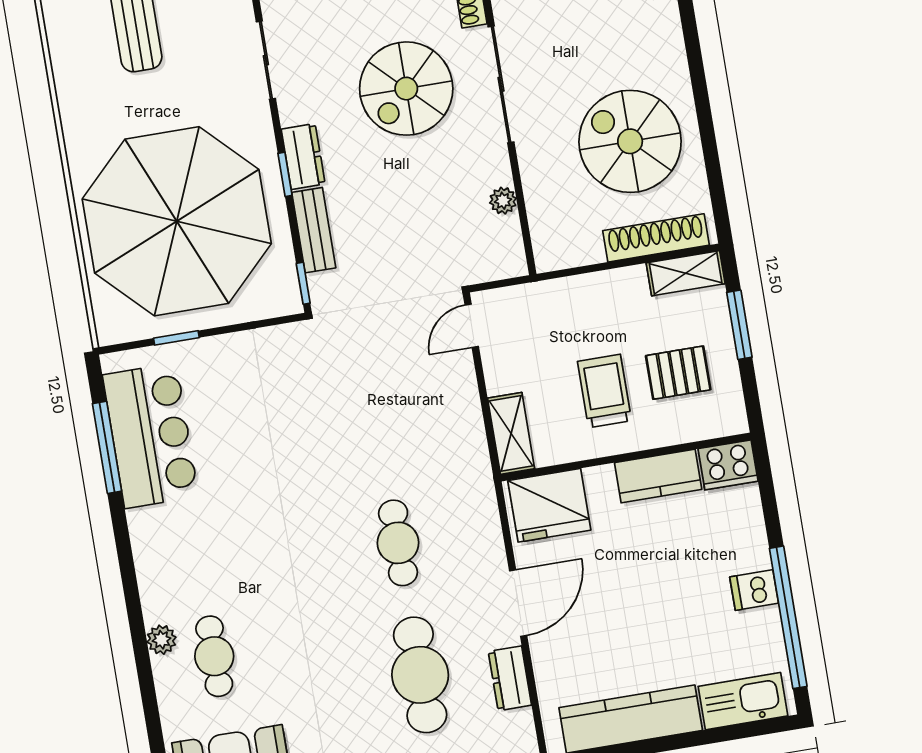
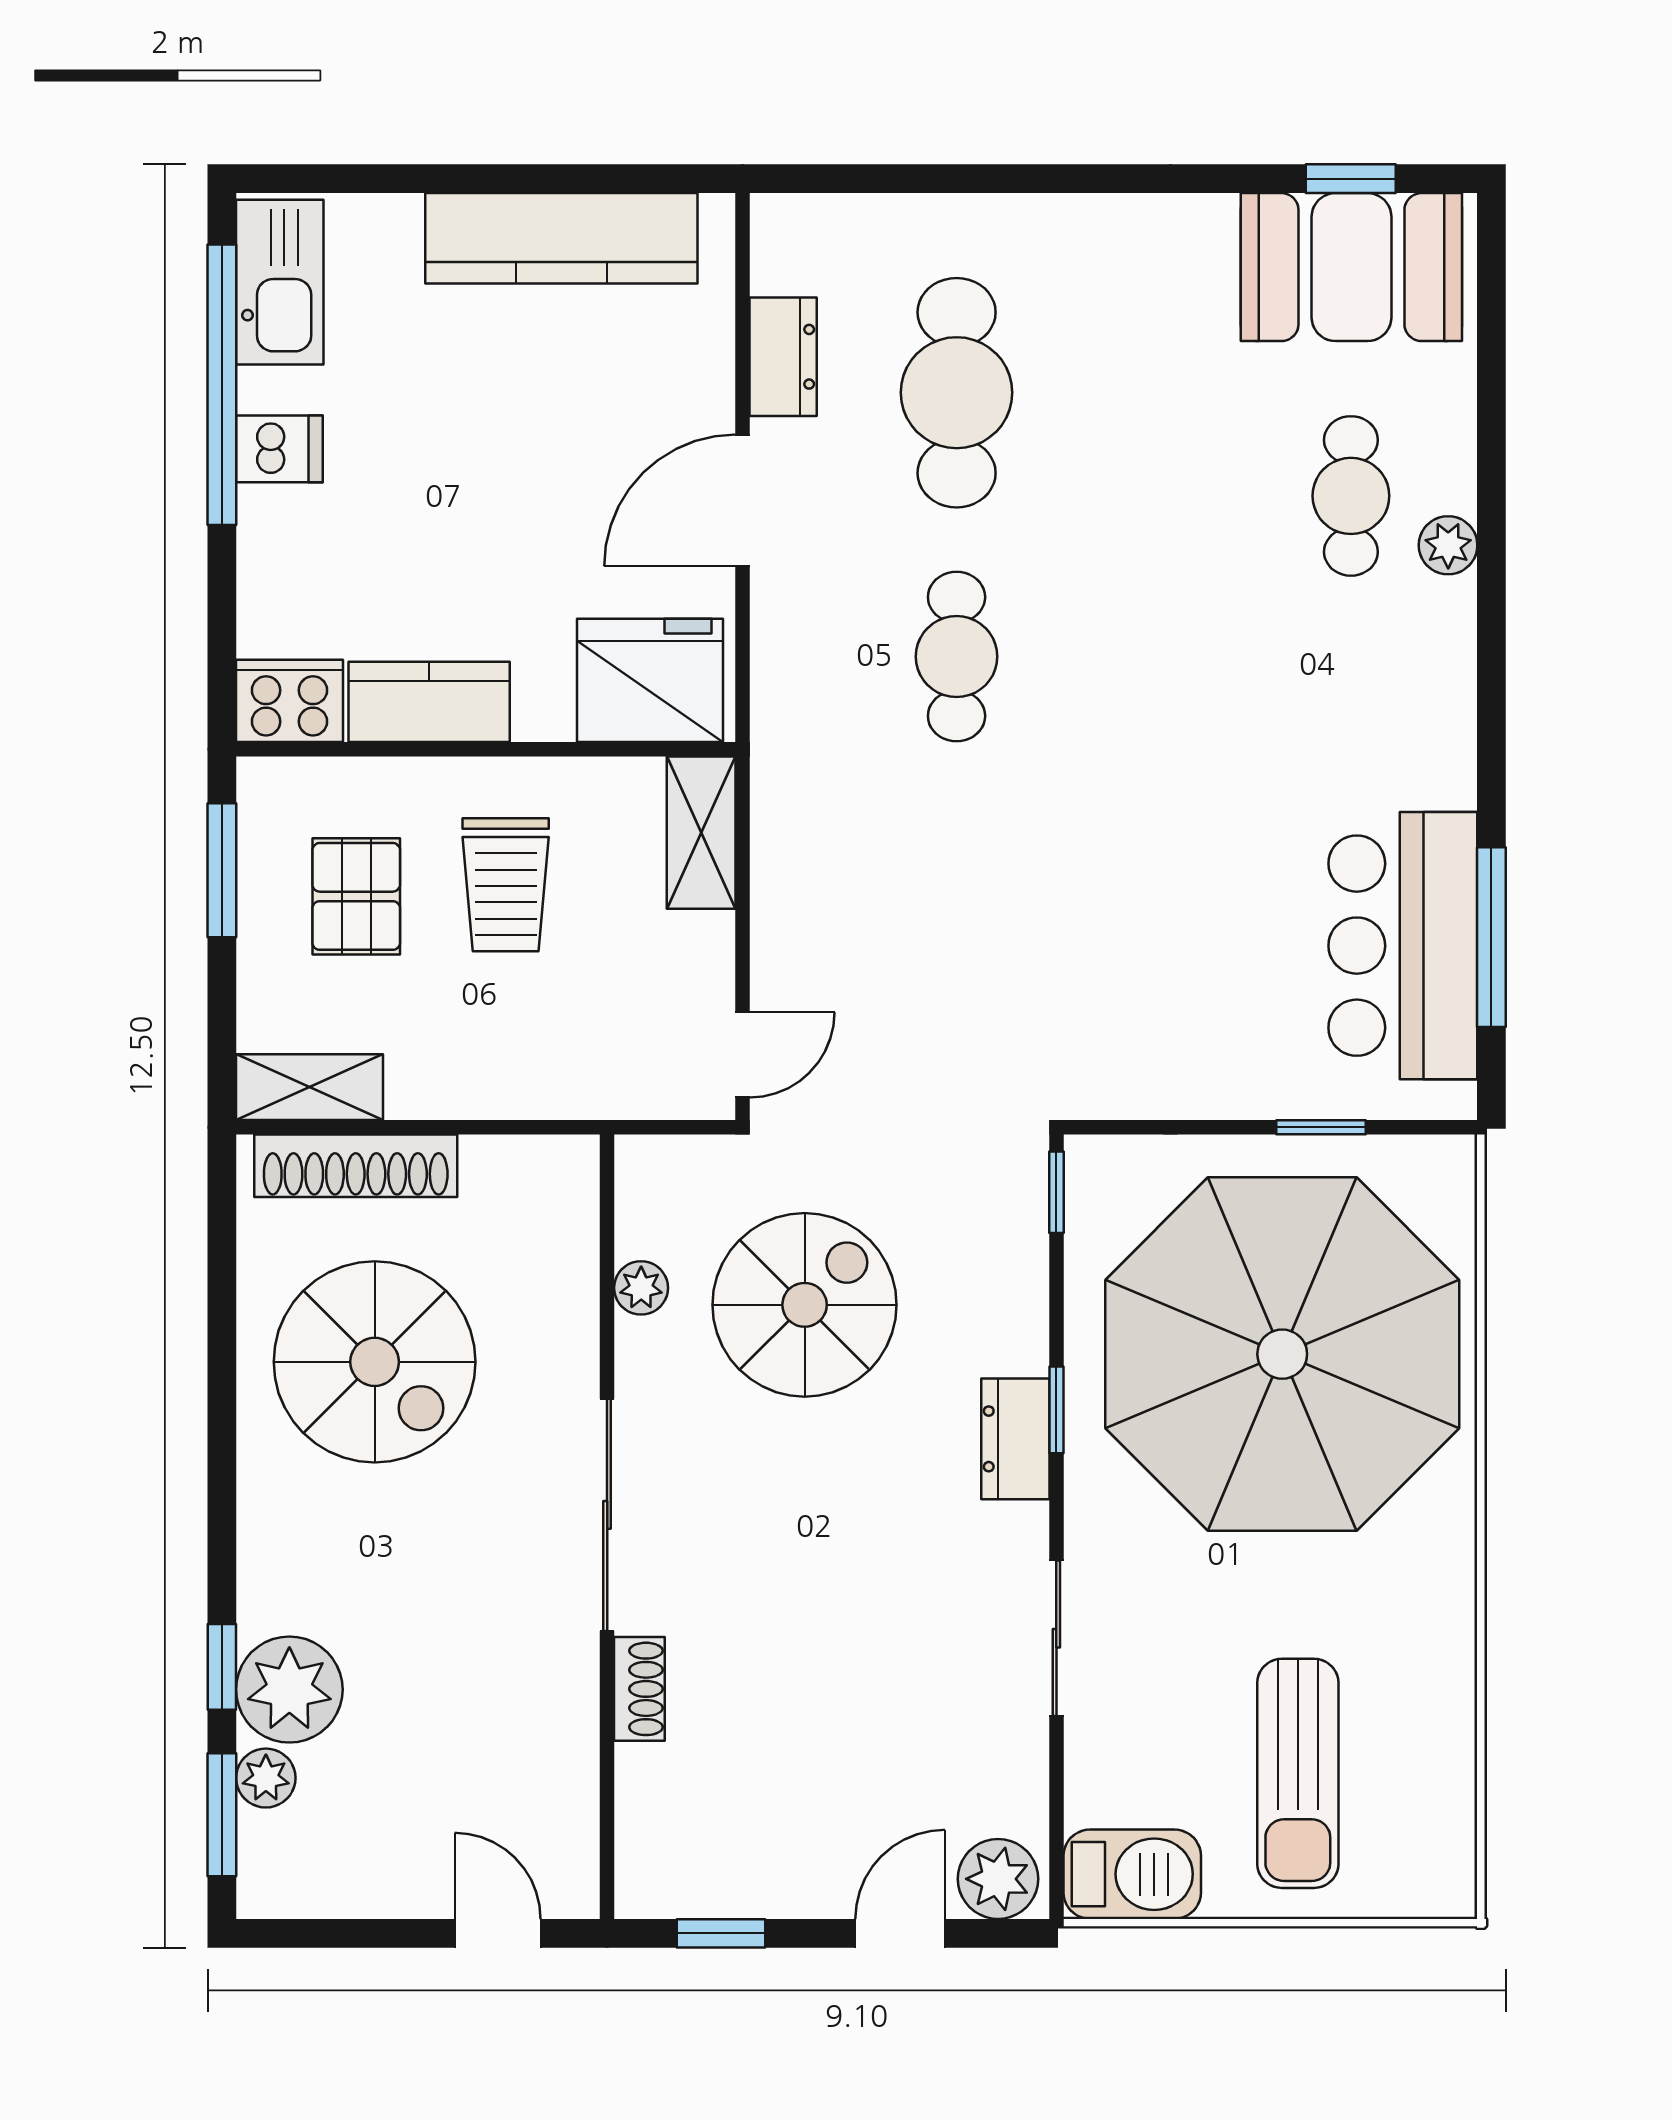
spiral stairs: (406, 89) -> (805, 1305), moved
bench: (314, 230) -> (1019, 1292), removed
window: (739, 325) -> (222, 870), moved
pallet: (678, 373) -> (356, 896), turned 90
kitchen sink: (743, 701) -> (280, 282), moved, turned -90

